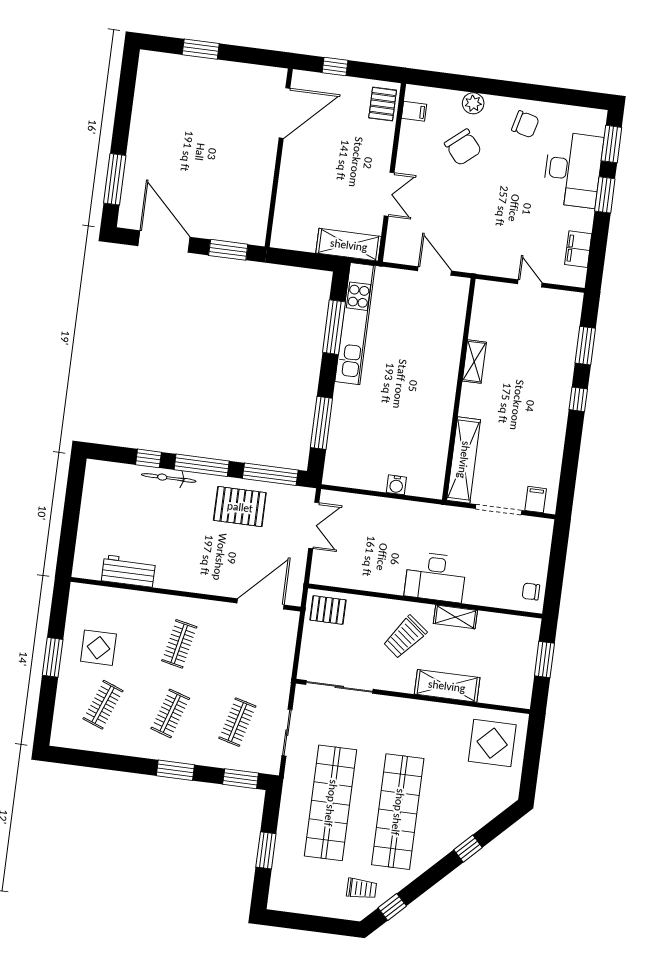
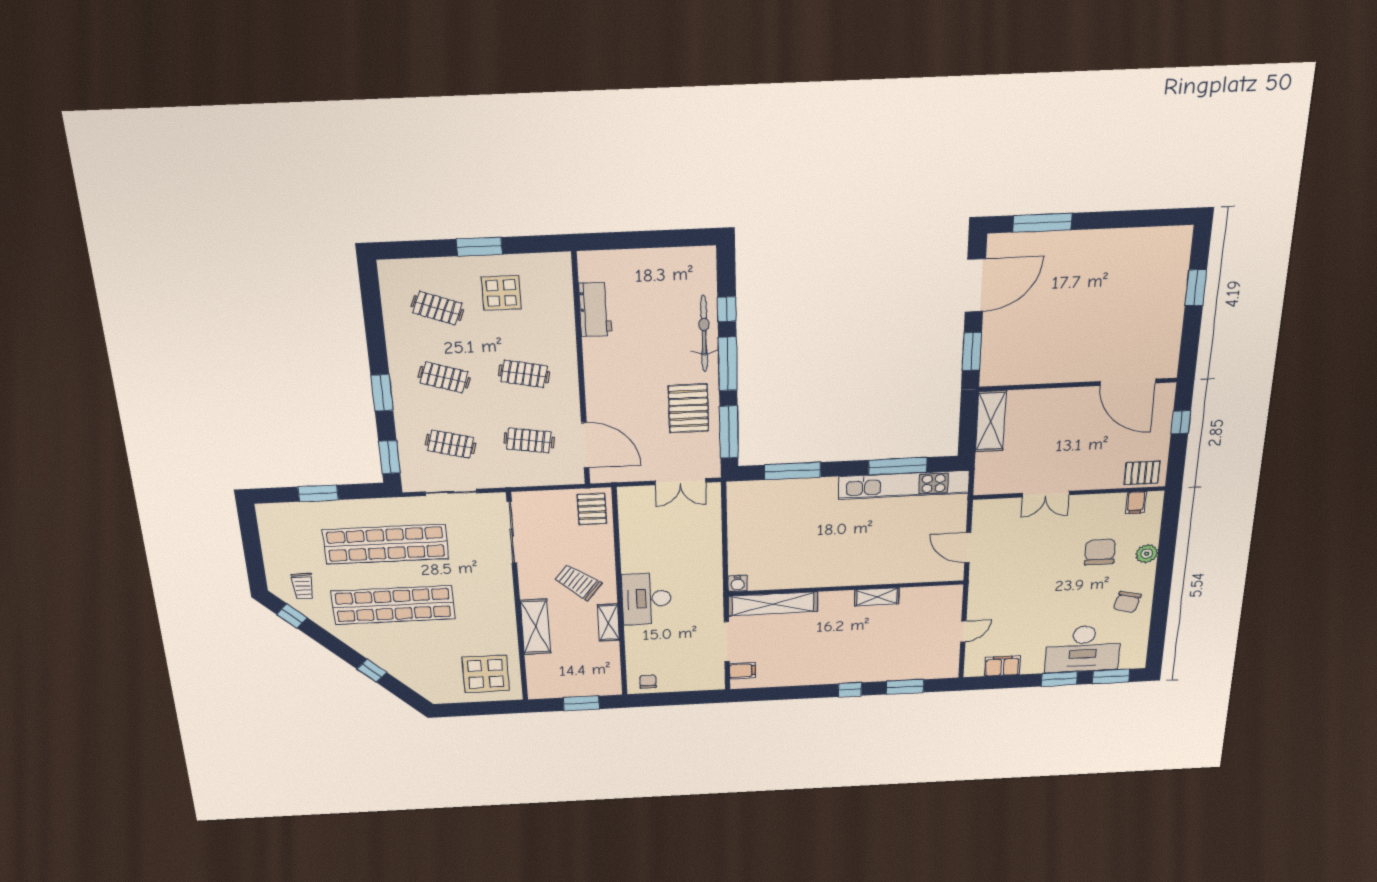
chair: (463, 147) -> (1100, 552), turned 130
shelving: (349, 245) -> (991, 421), moved
door: (435, 271) -> (968, 548), swing flipped
bicycle: (169, 478) -> (704, 334), width x1.37, depth x1.40
water cooler: (396, 485) -> (738, 583), moved, turned -90
clothes rail: (246, 653) -> (529, 440), added

